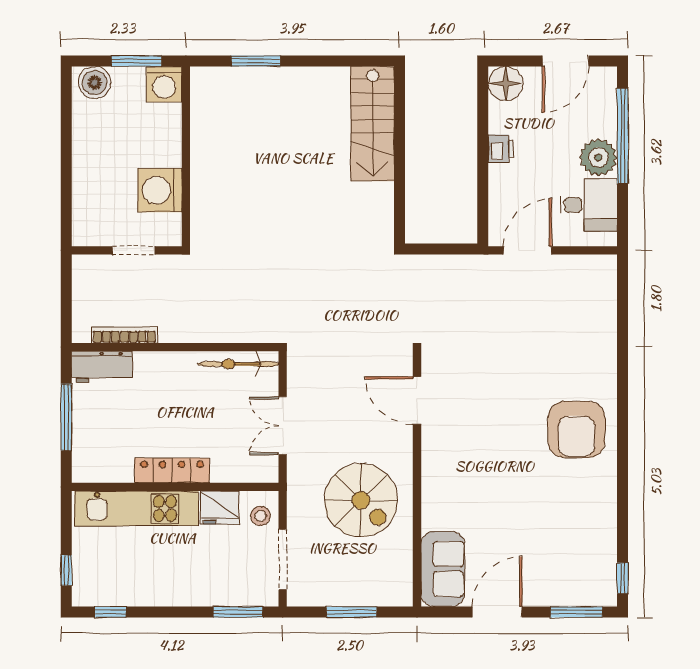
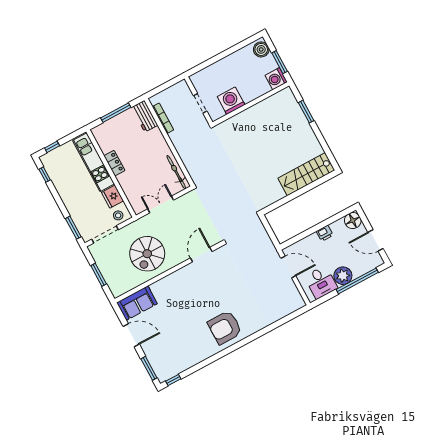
locker: (172, 471) -> (114, 163), width x0.66

